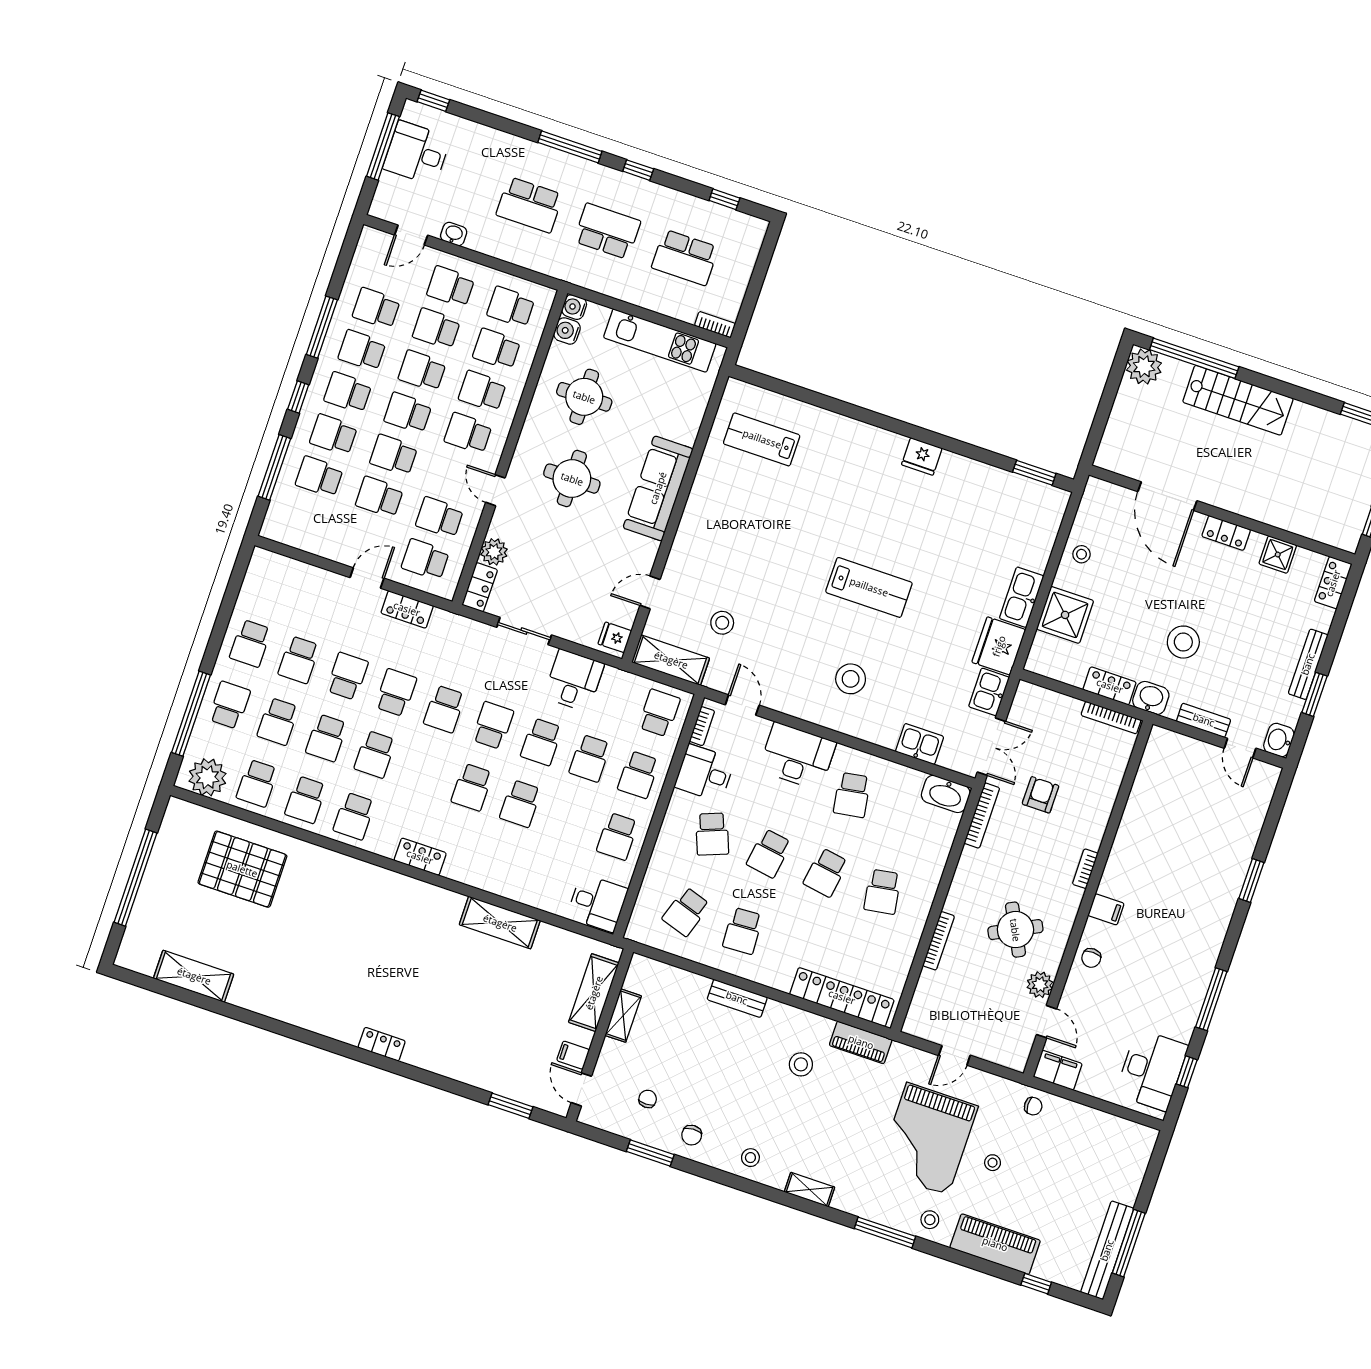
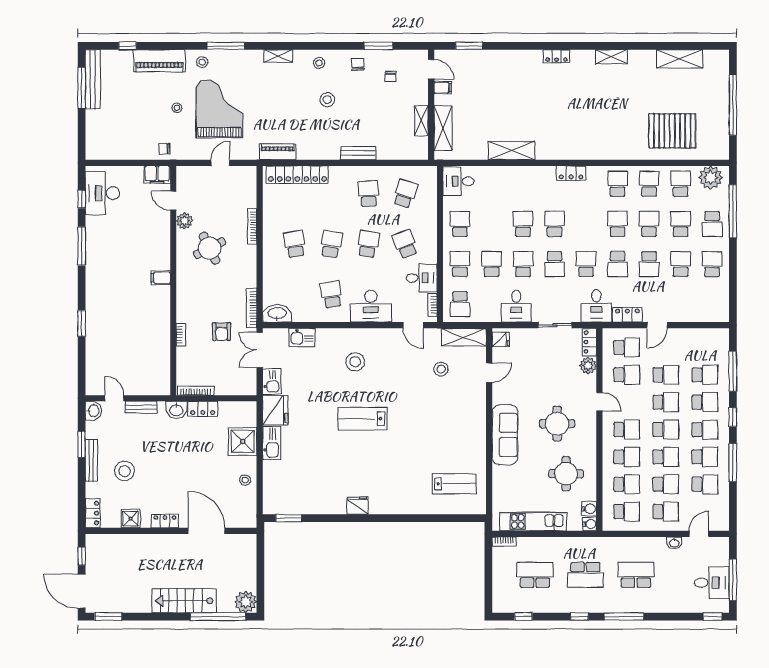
desk: (450, 639) -> (596, 306), added
stool: (1183, 642) -> (125, 471), moved
bookcase: (1085, 869) -> (181, 335), moved
chair: (1091, 958) -> (160, 247), removed
shelving: (297, 1015) -> (611, 57), added
stool: (801, 1064) -> (327, 100), moved

